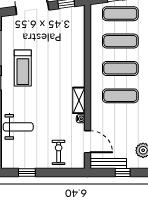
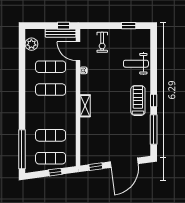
treadmill: (23, 68) -> (138, 100), moved
exercise mat: (120, 68) -> (51, 67), moved
shelving: (79, 100) -> (85, 106), moved
window: (123, 172) -> (64, 26), moved

